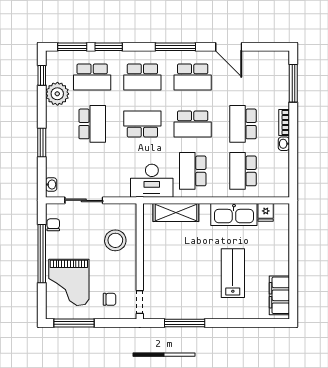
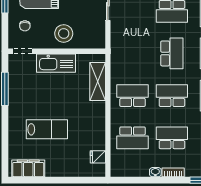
school desk: (193, 124) -> (172, 96), turned 90
school desk: (243, 171) -> (133, 138), turned 180
desk: (152, 181) -> (124, 61), removed
kitchen sink: (234, 215) -> (56, 63), moved, turned -90
stool: (115, 240) -> (64, 33), moved

